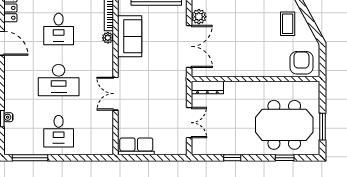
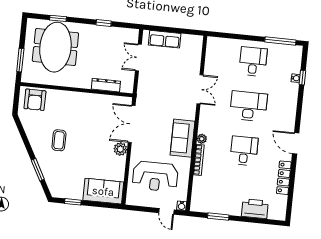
coffee table: (288, 24) -> (59, 140), moved
dresser: (207, 88) -> (106, 85), moved
meeting table: (284, 125) -> (55, 47), turned 90
window: (323, 127) -> (20, 60), moved
row of seats: (136, 146) -> (165, 39), moved

